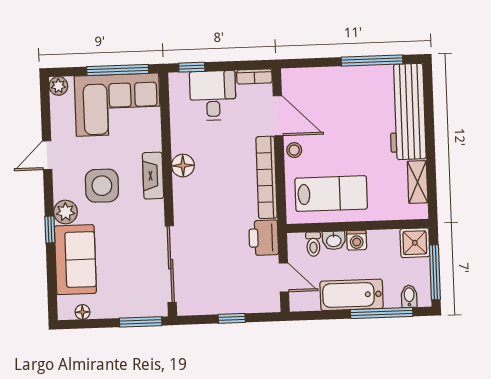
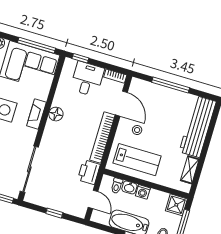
window: (372, 61) -> (171, 85), moved
stool: (294, 150) -> (137, 130), moved

